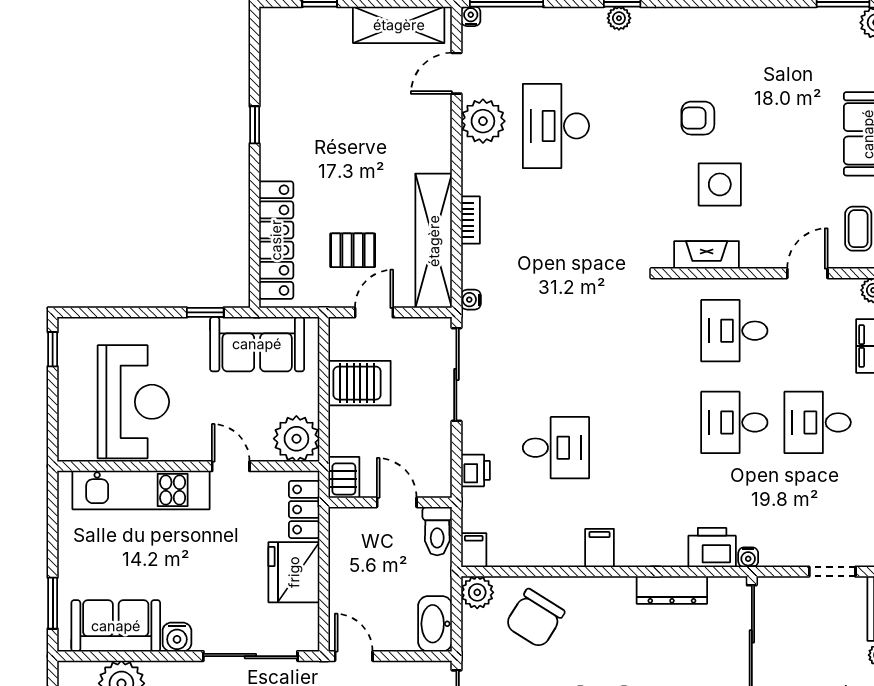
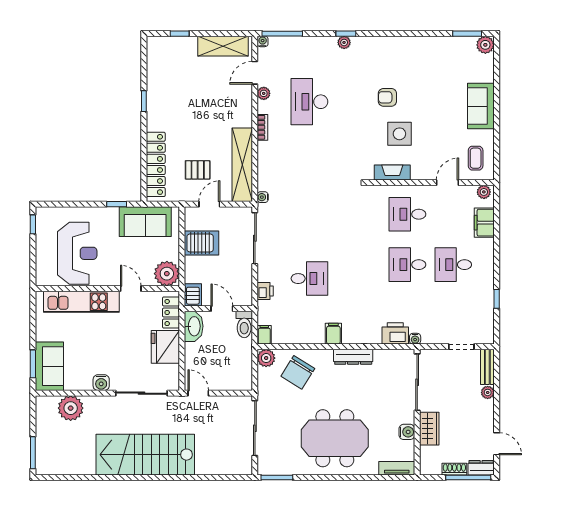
plant: (483, 121) -> (264, 93), width x0.53, depth x0.53
bookcase: (470, 220) -> (262, 127), moved
dresser: (672, 590) -> (353, 357), moved
washbasin: (435, 624) -> (194, 326), moved, turned 180
sofa: (116, 626) -> (49, 366), moved, turned 90

